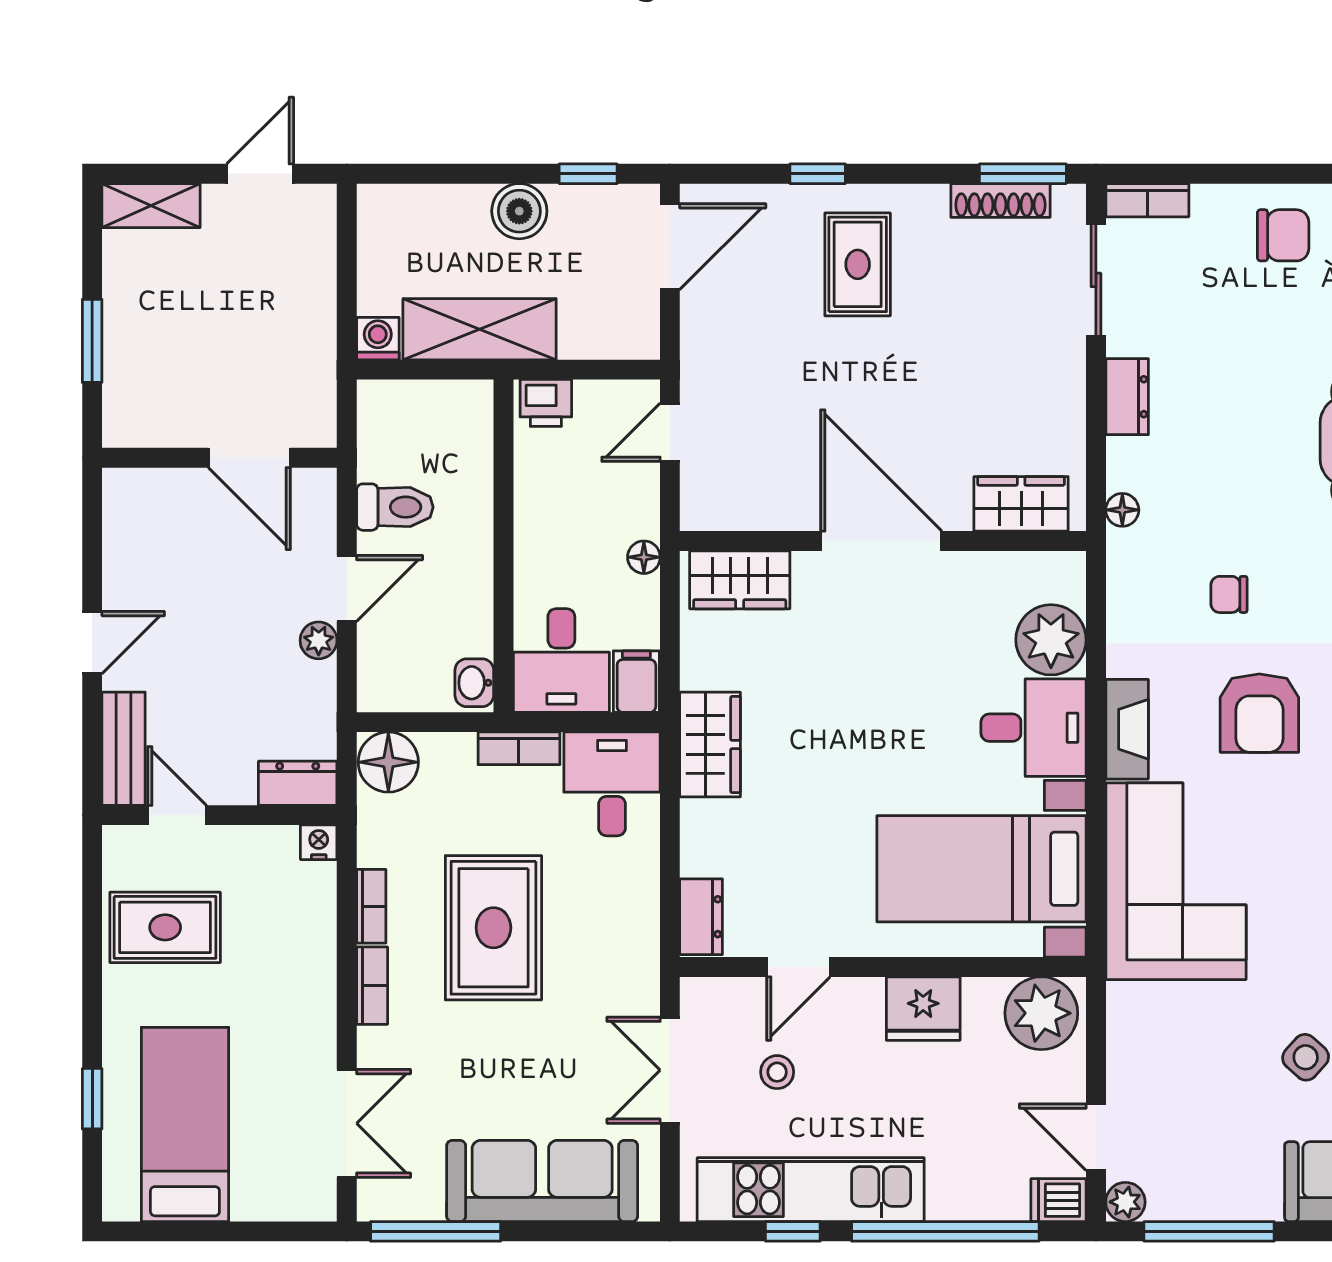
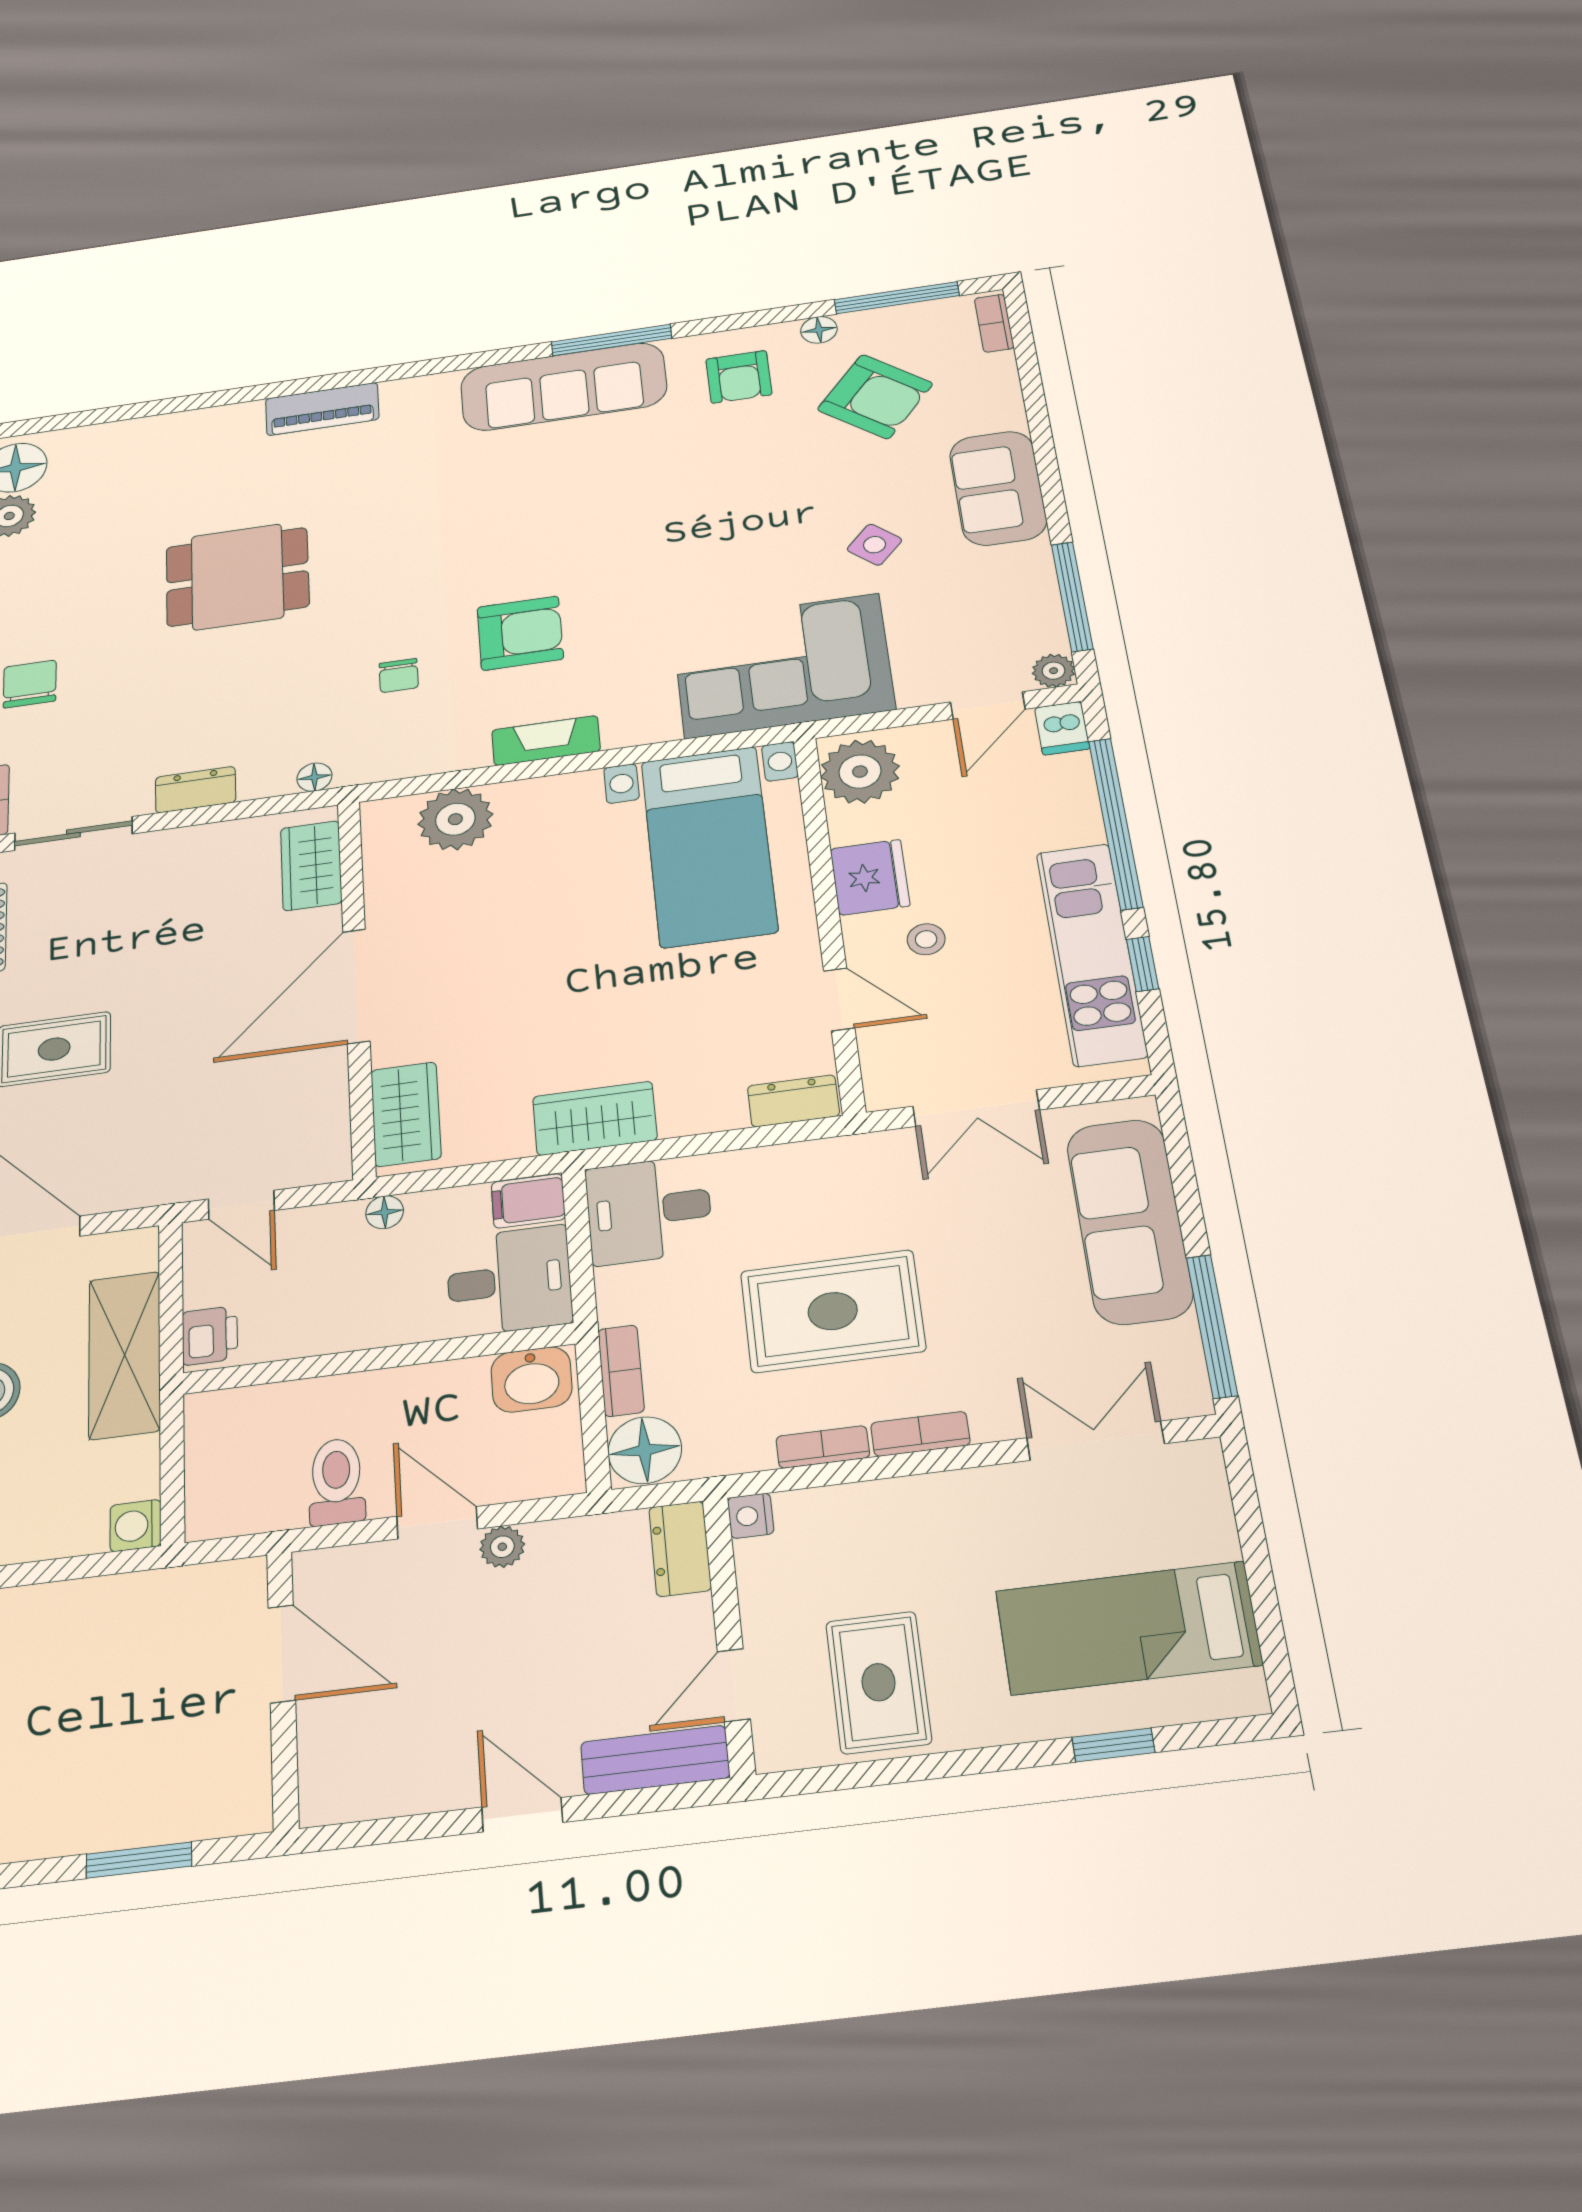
shelving: (480, 329) -> (125, 1355), moved
door: (249, 458) -> (282, 1654), hinge flipped
washbasin: (474, 683) -> (532, 1379), width x1.38, depth x1.45
desk: (1034, 728) -> (551, 821), removed
bookcase: (519, 748) -> (621, 1371), moved
corner sofa: (1176, 881) -> (783, 666), moved
stool: (777, 1072) -> (926, 939), moved

